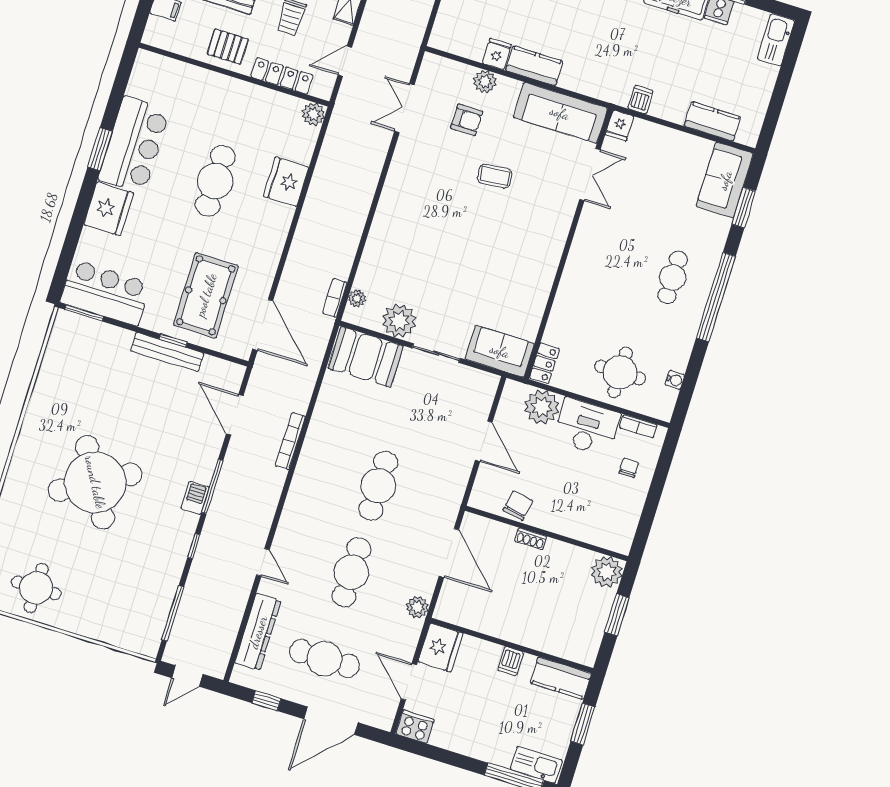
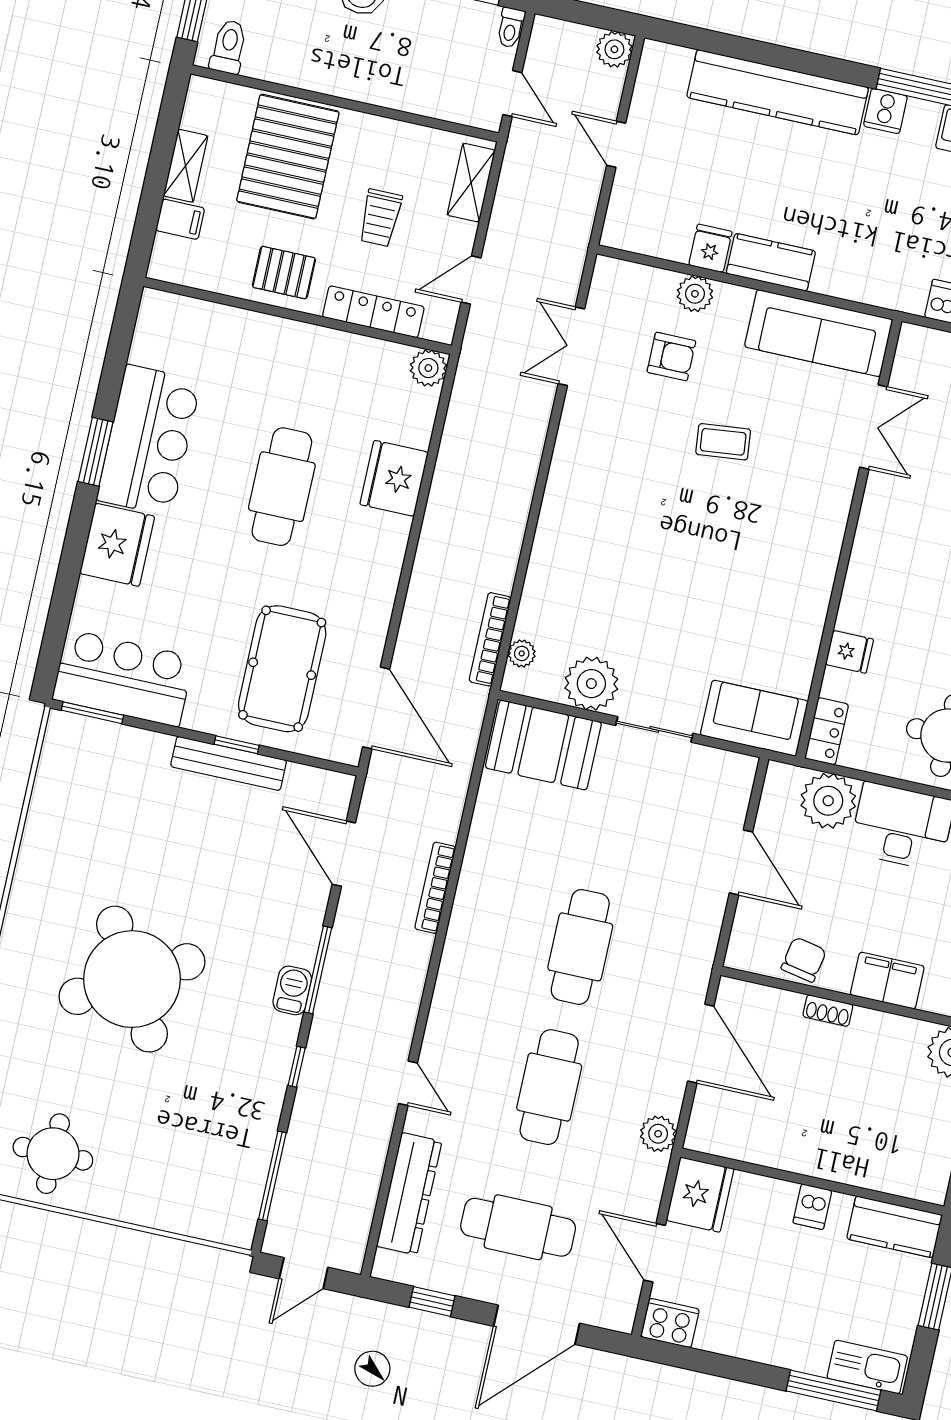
fridge: (620, 126) -> (849, 652), moved, turned -90
bookcase: (335, 298) -> (490, 639), width x1.56
filing cabinet: (569, 523) -> (887, 981), added

